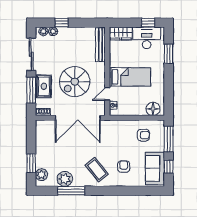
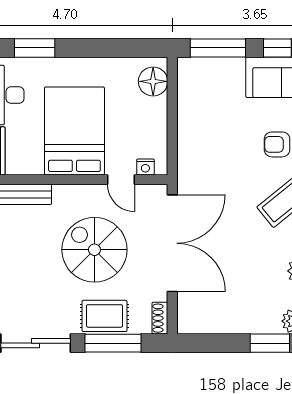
bed: (130, 77) -> (74, 131), width x1.50
spiral stairs: (75, 82) -> (94, 250), turned 180
armchair: (143, 135) -> (209, 102), removed

